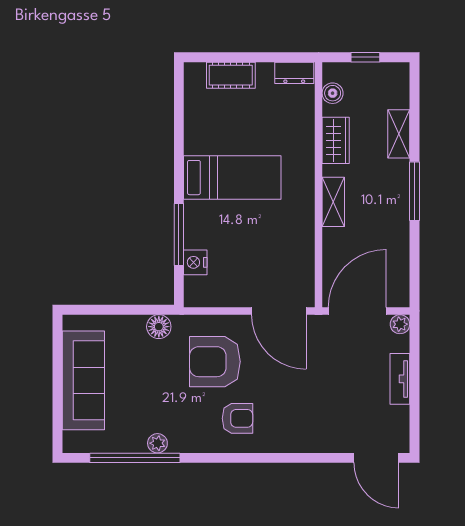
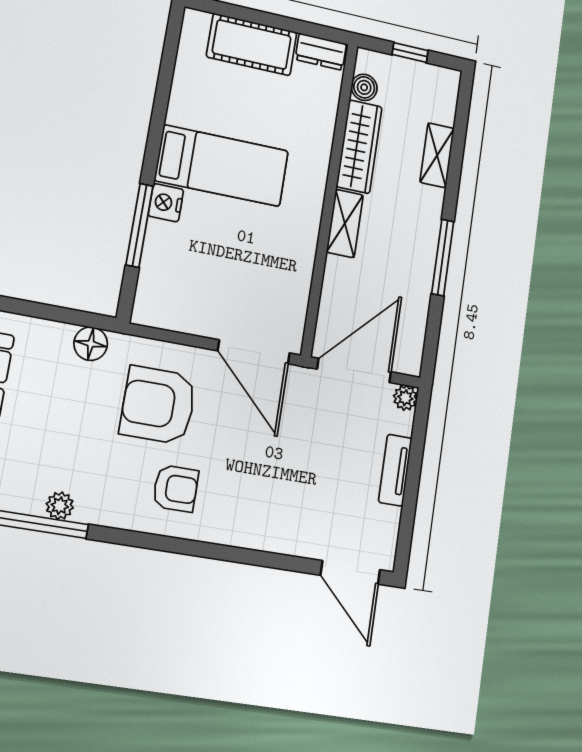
cot: (231, 75) -> (252, 45), width x1.37, depth x1.34
wardrobe: (336, 140) -> (359, 147), width x1.50
window: (414, 191) -> (443, 258), moved
nightstand: (195, 262) -> (166, 203), moved

